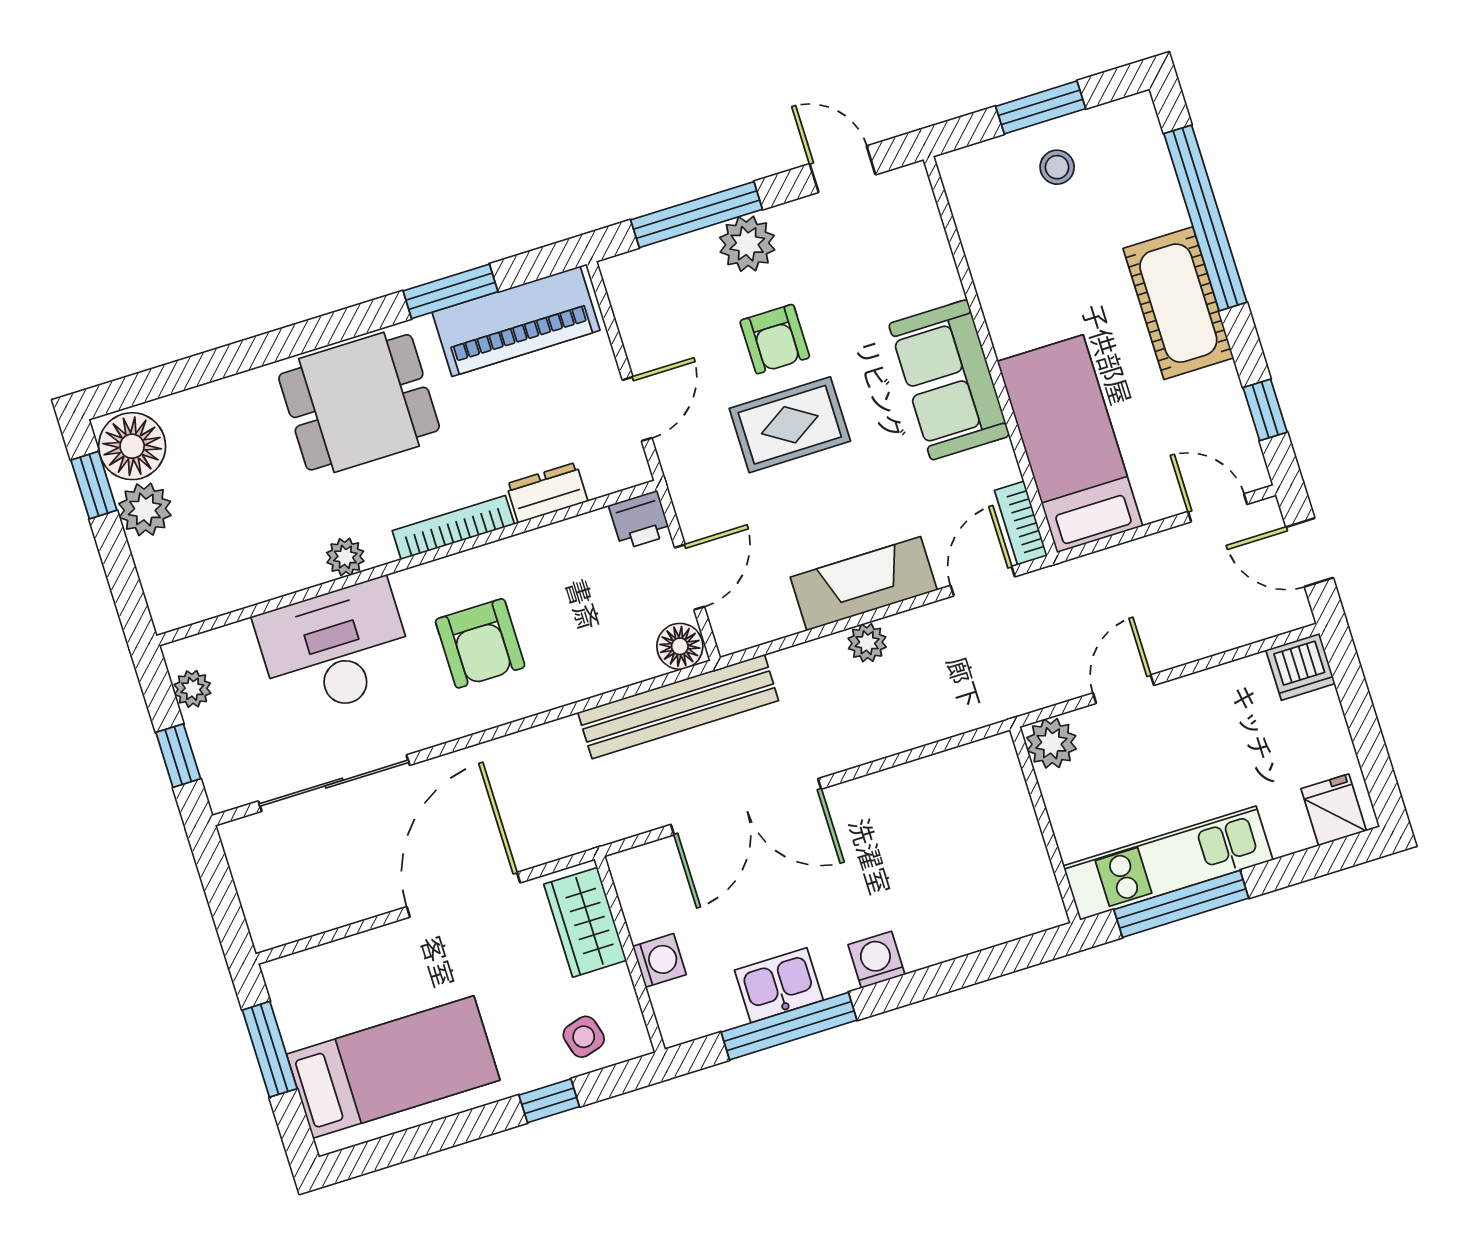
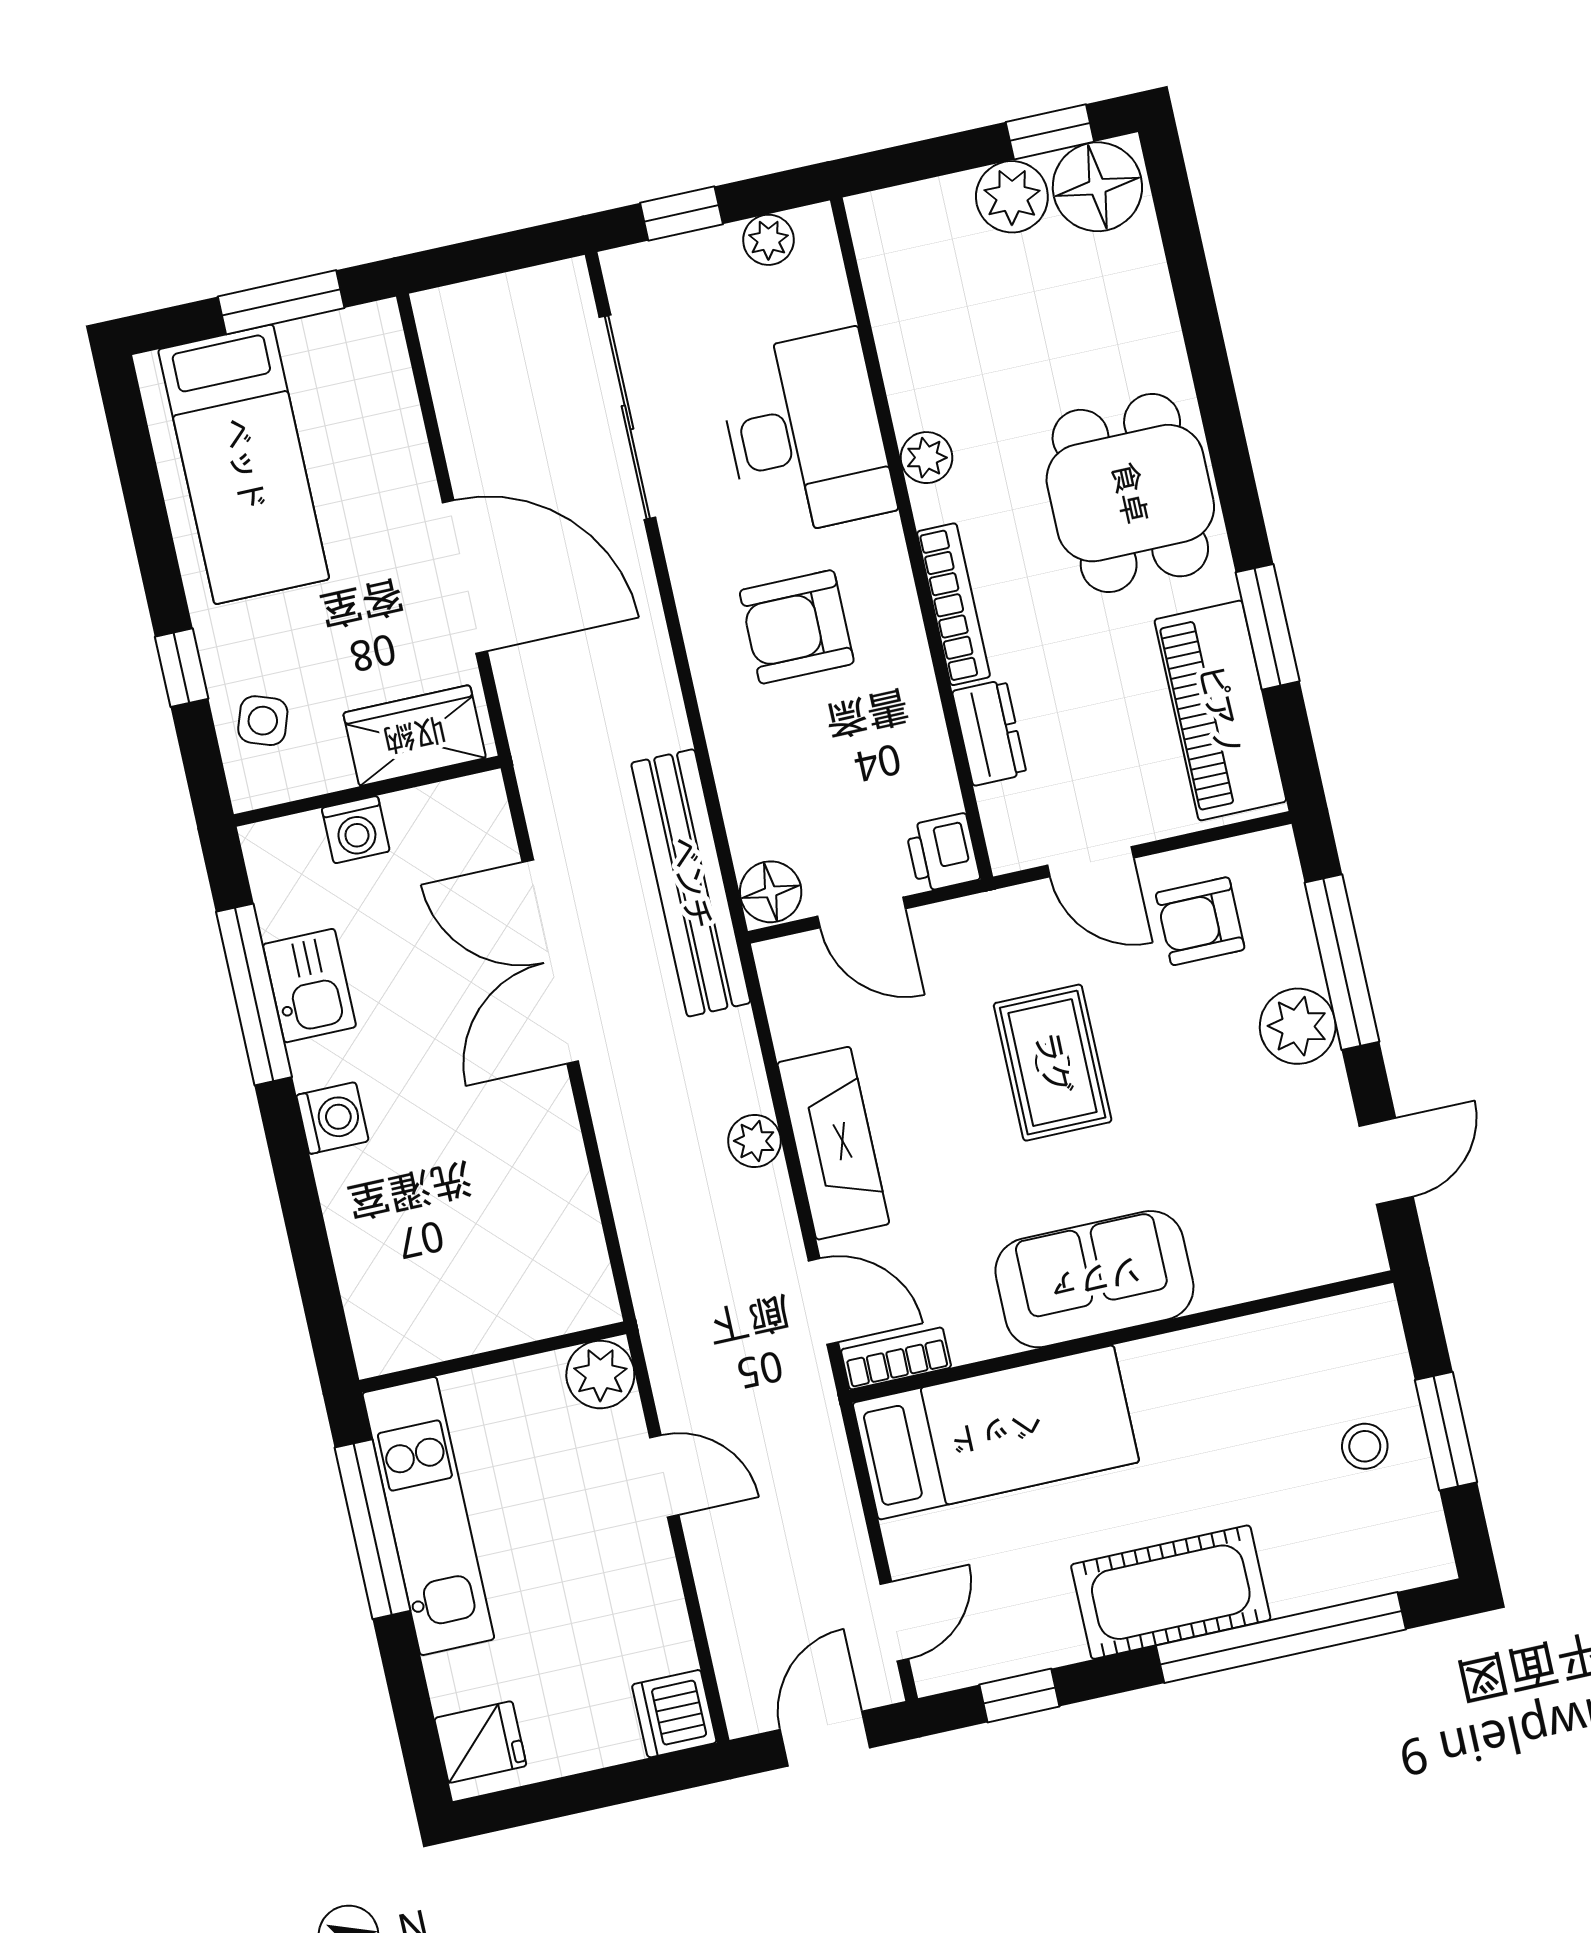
armchair: (775, 339) -> (1200, 921), moved
side table: (584, 1037) -> (263, 721), turned 35

